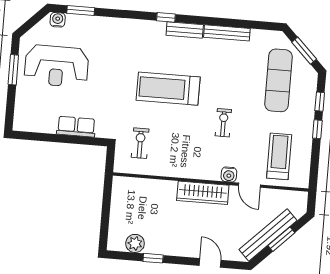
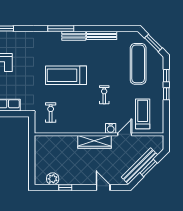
window: (166, 17) -> (61, 29), width x2.17
door: (249, 185) -> (125, 134), swing flipped

